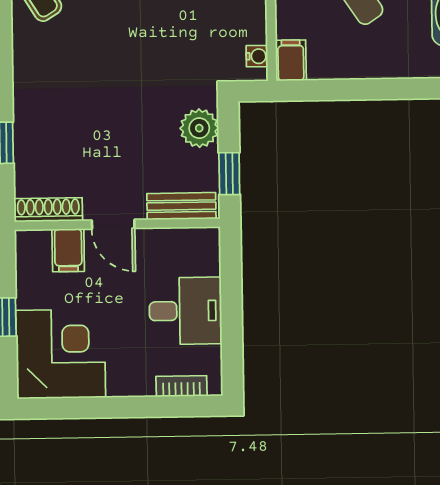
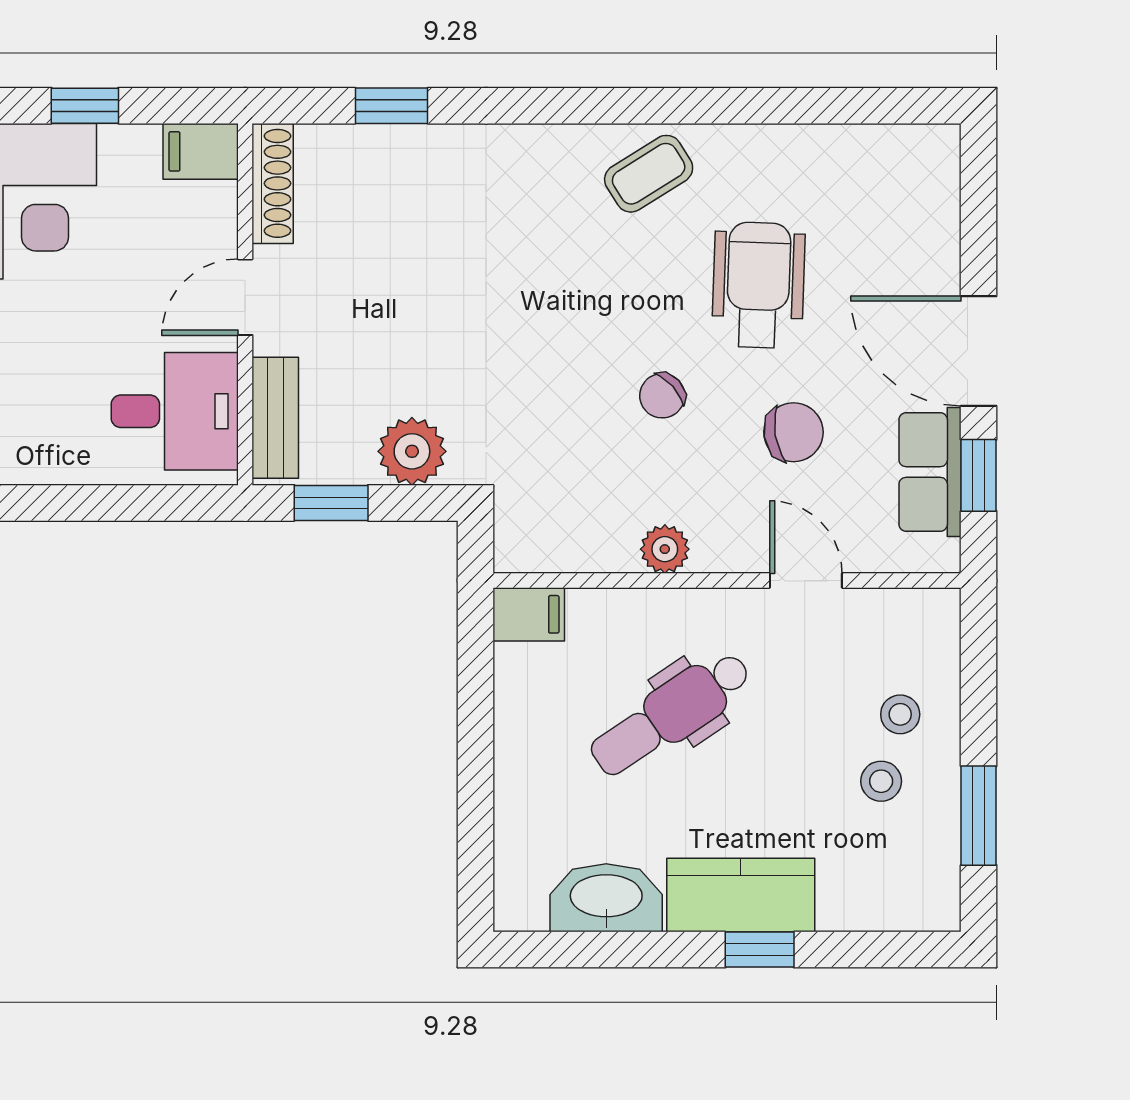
water cooler: (257, 56) -> (537, 555), removed
filing cabinet: (68, 250) -> (201, 151), moved
desk: (185, 311) -> (175, 411), moved, turned -90

